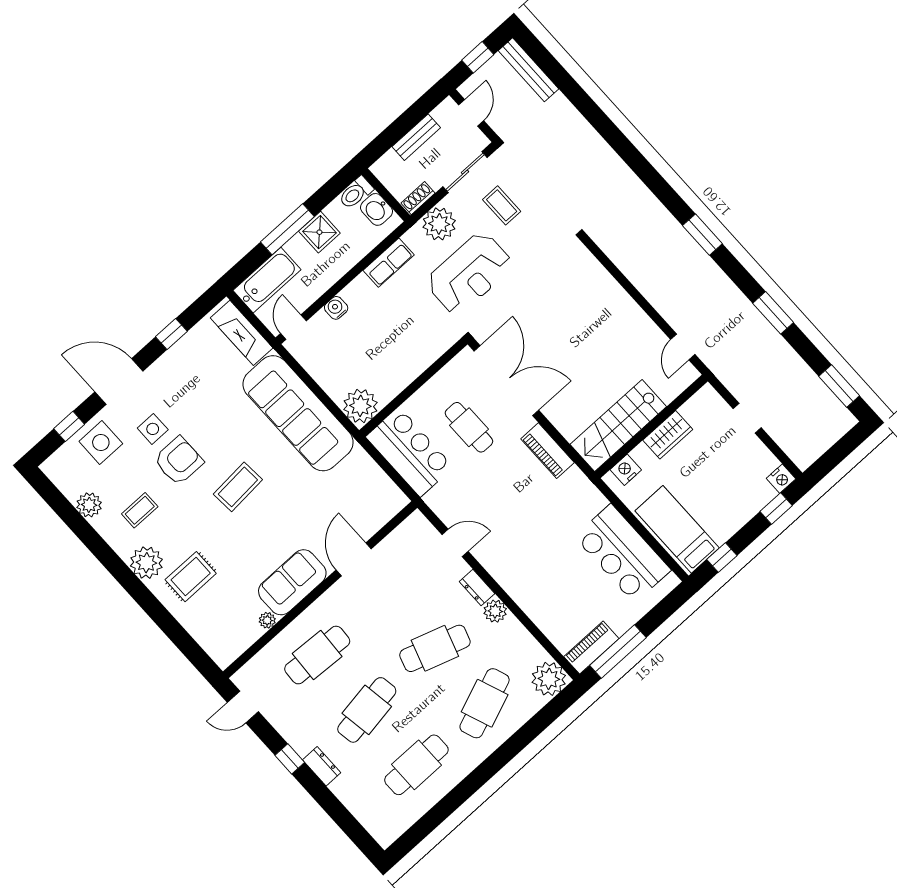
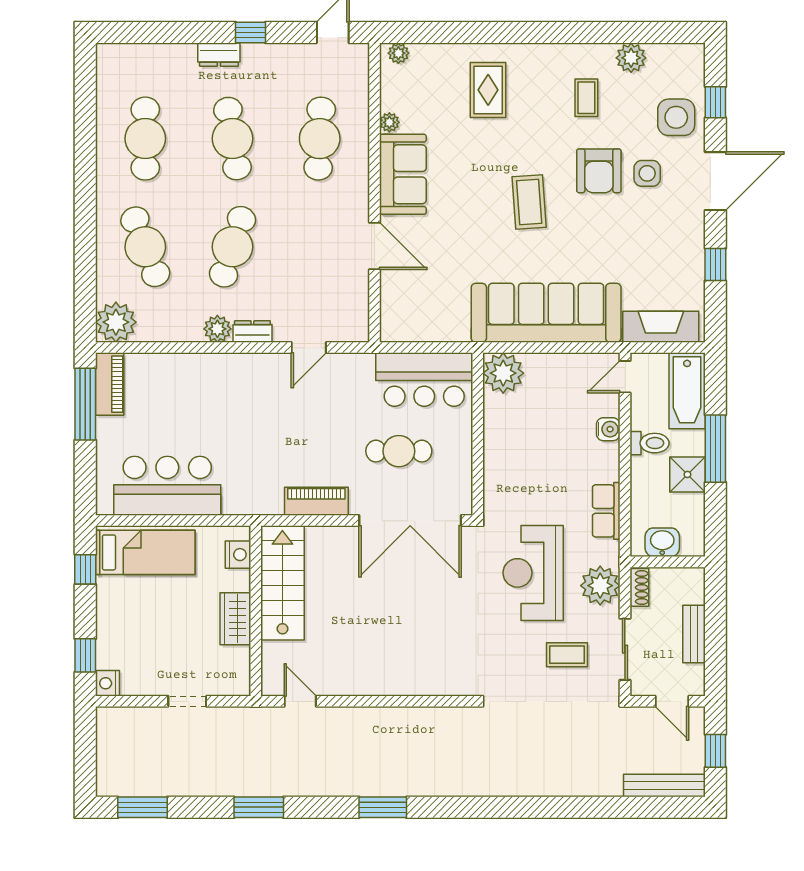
toilet: (356, 193) -> (650, 443), moved, turned 90
door: (293, 327) -> (625, 377), swing flipped
plant: (146, 563) -> (398, 53), moved, width x0.53, depth x0.53

